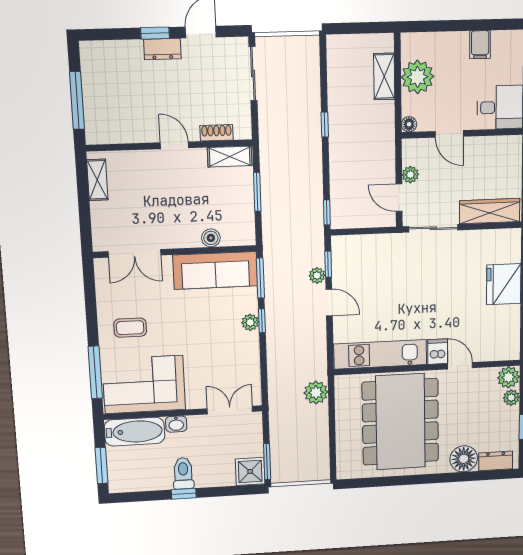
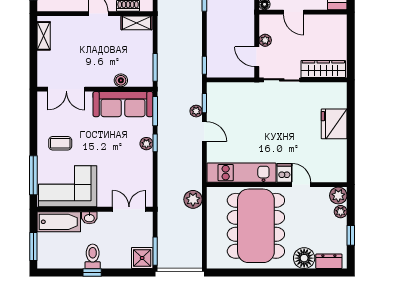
window: (257, 192) -> (155, 67), moved

